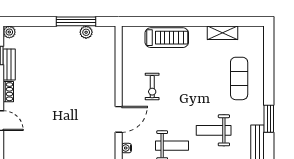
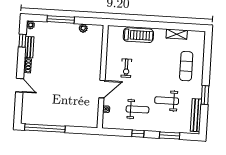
window: (76, 21) -> (61, 19), moved

